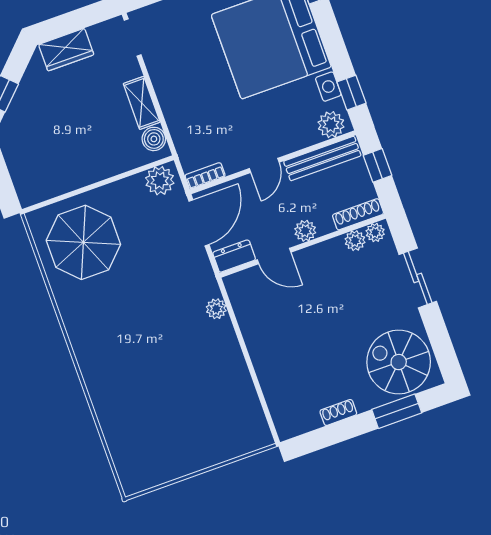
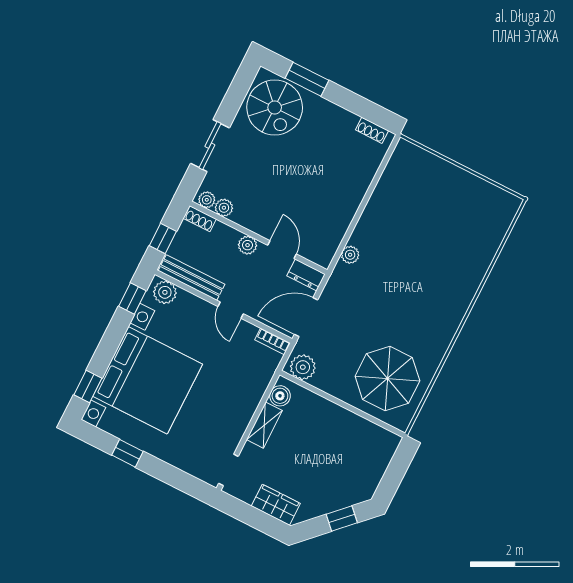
door: (264, 165) -> (231, 310), swing flipped
shoe rack: (358, 214) -> (200, 219), width x0.70
shoe rack: (338, 412) -> (372, 130), moved

